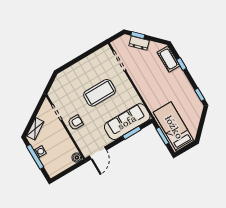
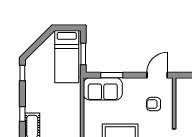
sofa: (127, 122) -> (103, 89), width x0.73
armchair: (75, 123) -> (154, 104), moved
boiler: (77, 158) -> (181, 83), removed

